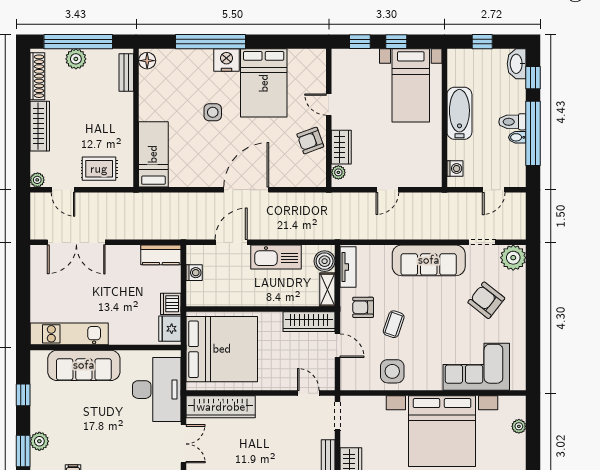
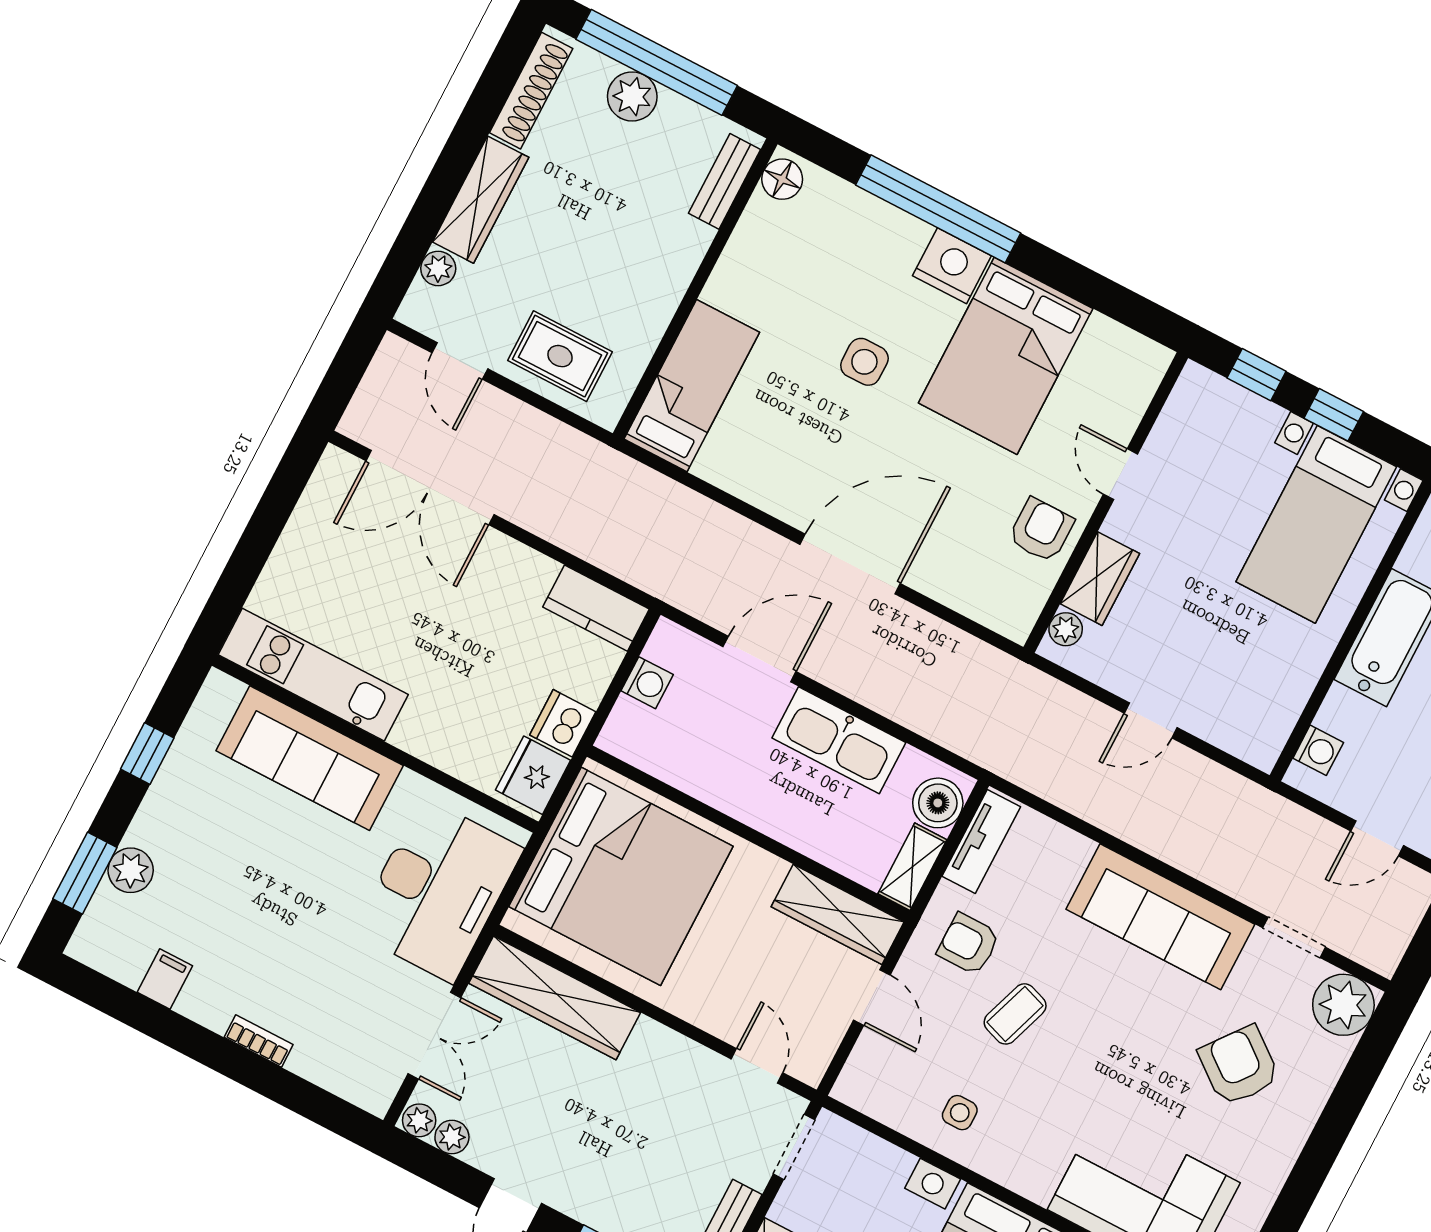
armchair: (310, 140) -> (1041, 530), turned 110
plant: (37, 180) -> (438, 268), moved
side table: (392, 371) -> (960, 1113), width x0.54, depth x0.54

